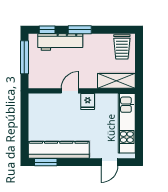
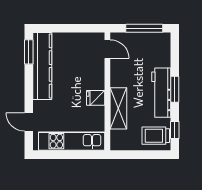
window: (47, 30) -> (175, 130), moved
workbench: (60, 42) -> (161, 93), moved
shelving: (116, 81) -> (118, 108), moved
door: (70, 91) -> (107, 49), moved

